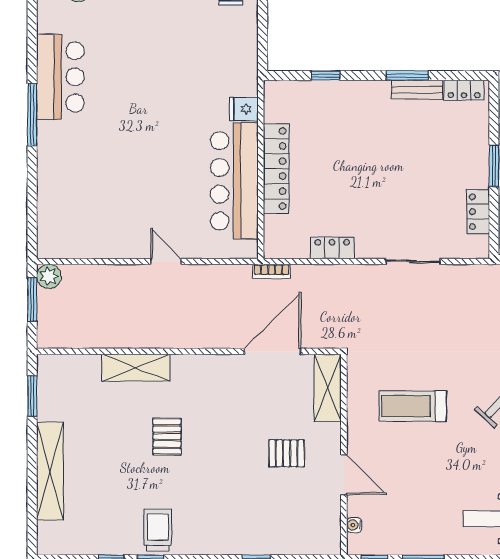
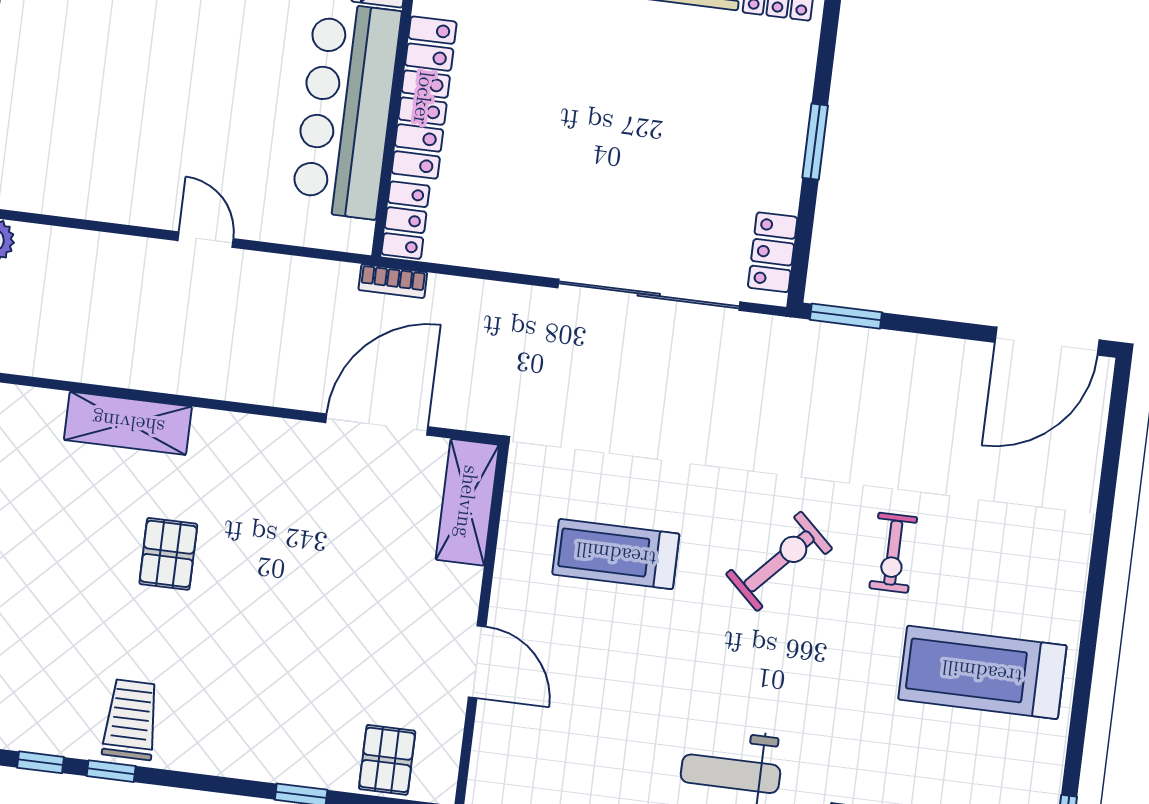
locker: (478, 212) -> (773, 252), moved
locker: (332, 248) -> (406, 220), moved, turned 90
sliding door: (413, 261) -> (649, 295), width x1.86
pallet: (287, 453) -> (387, 760), moved, turned 90
water cooler: (354, 525) -> (484, 754), removed

